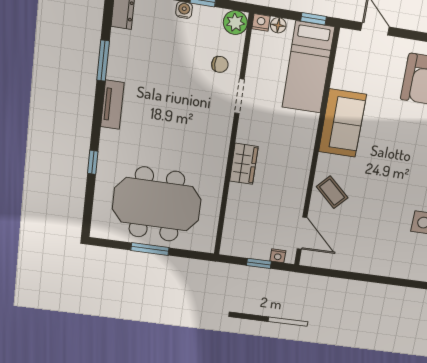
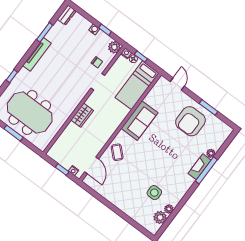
window: (314, 19) -> (141, 57), moved
tv unit: (112, 105) -> (37, 54), width x1.41

